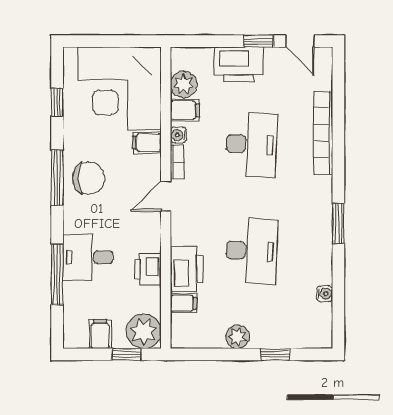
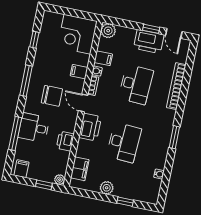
printer: (239, 64) -> (149, 42), moved
plant: (184, 84) -> (108, 31), moved
corner desk: (120, 88) -> (77, 34), width x0.74, depth x0.74
chair: (89, 178) -> (52, 96), moved
door: (166, 196) -> (83, 103), hinge flipped
printer: (187, 269) -> (90, 127), moved
filing cabinet: (183, 303) -> (80, 169), width x2.00
plant: (144, 331) -> (60, 180), width x0.53, depth x0.53
filing cabinet: (100, 334) -> (21, 169), moved

